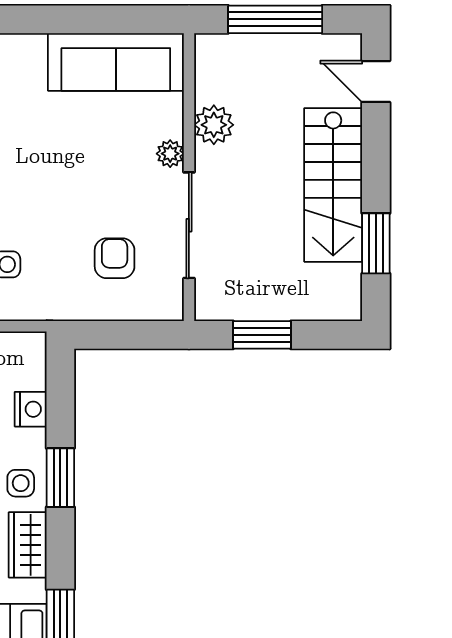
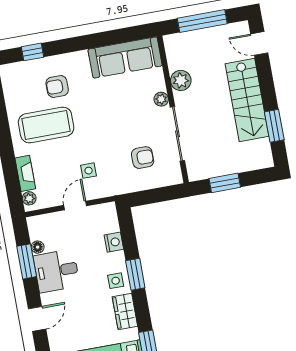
armchair: (115, 258) -> (143, 158), turned 90

